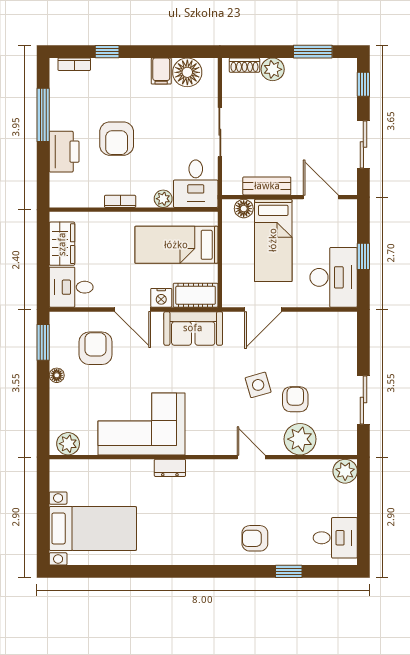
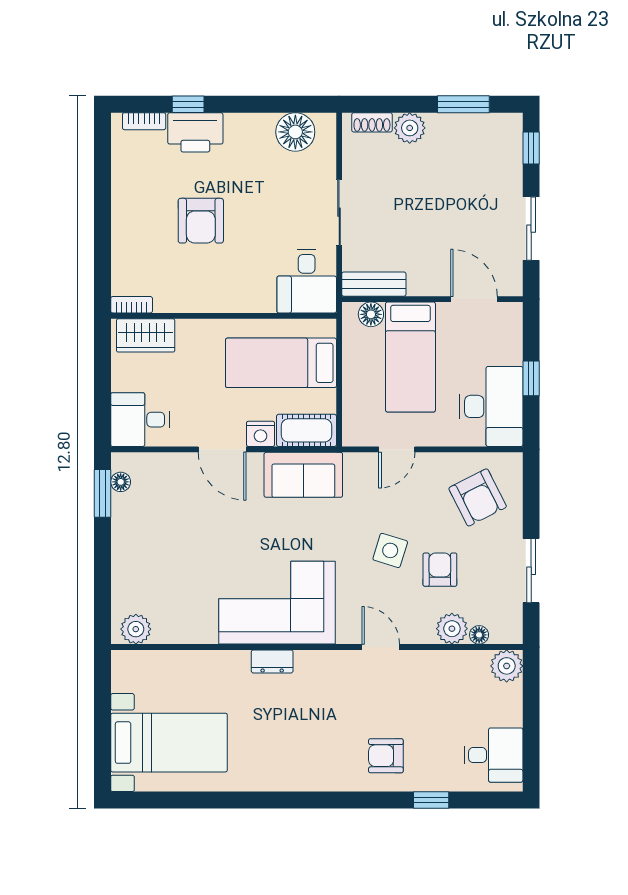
filing cabinet: (161, 71) -> (261, 130), removed
window: (43, 115) -> (102, 189), removed
printer: (64, 152) -> (195, 132), moved, turned 90
bench: (267, 186) -> (374, 284), moved
plant: (163, 199) -> (263, 301), removed
bookcase: (120, 201) -> (132, 305), moved
wardrobe: (62, 244) -> (146, 335), moved, turned 90
door: (263, 309) -> (397, 449), width x0.73
armchair: (96, 348) -> (478, 497), moved, turned 153
floor lamp: (57, 375) -> (121, 482), moved
side table: (258, 385) -> (390, 550), turned 33
corner sofa: (141, 424) -> (277, 603), moved
plant: (300, 439) -> (452, 629), width x0.73, depth x0.73
floor lamp: (324, 448) -> (479, 635), added

